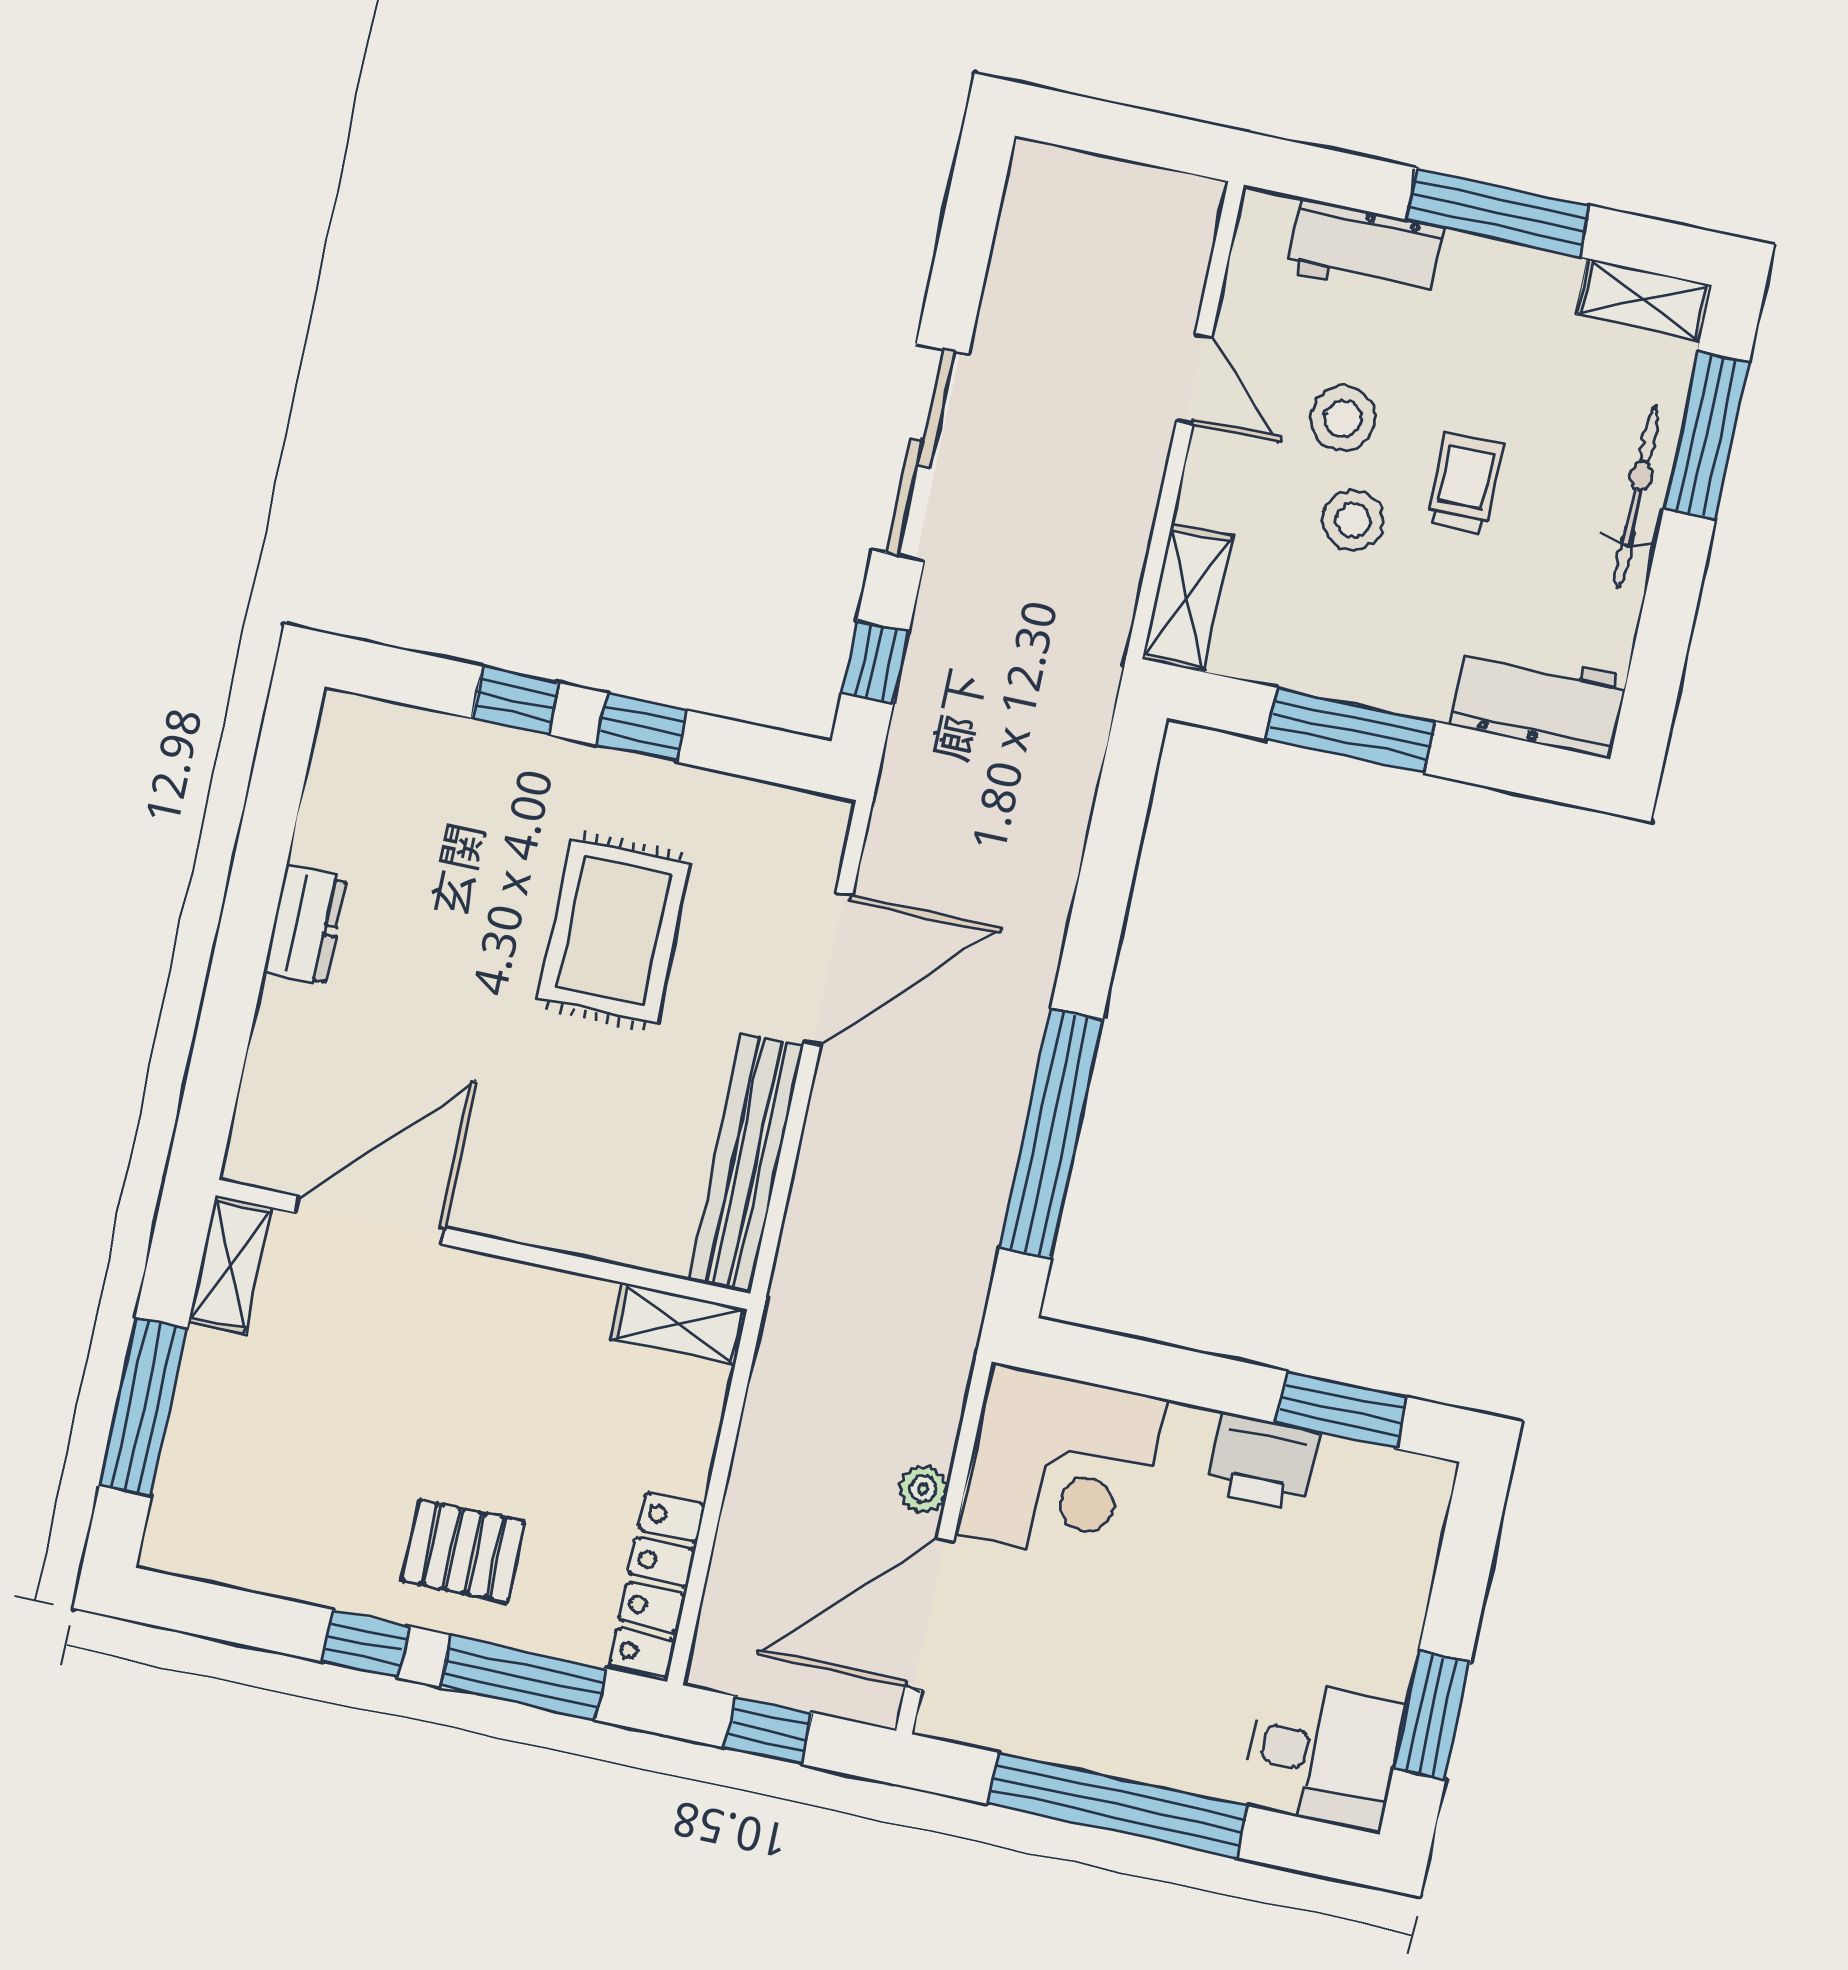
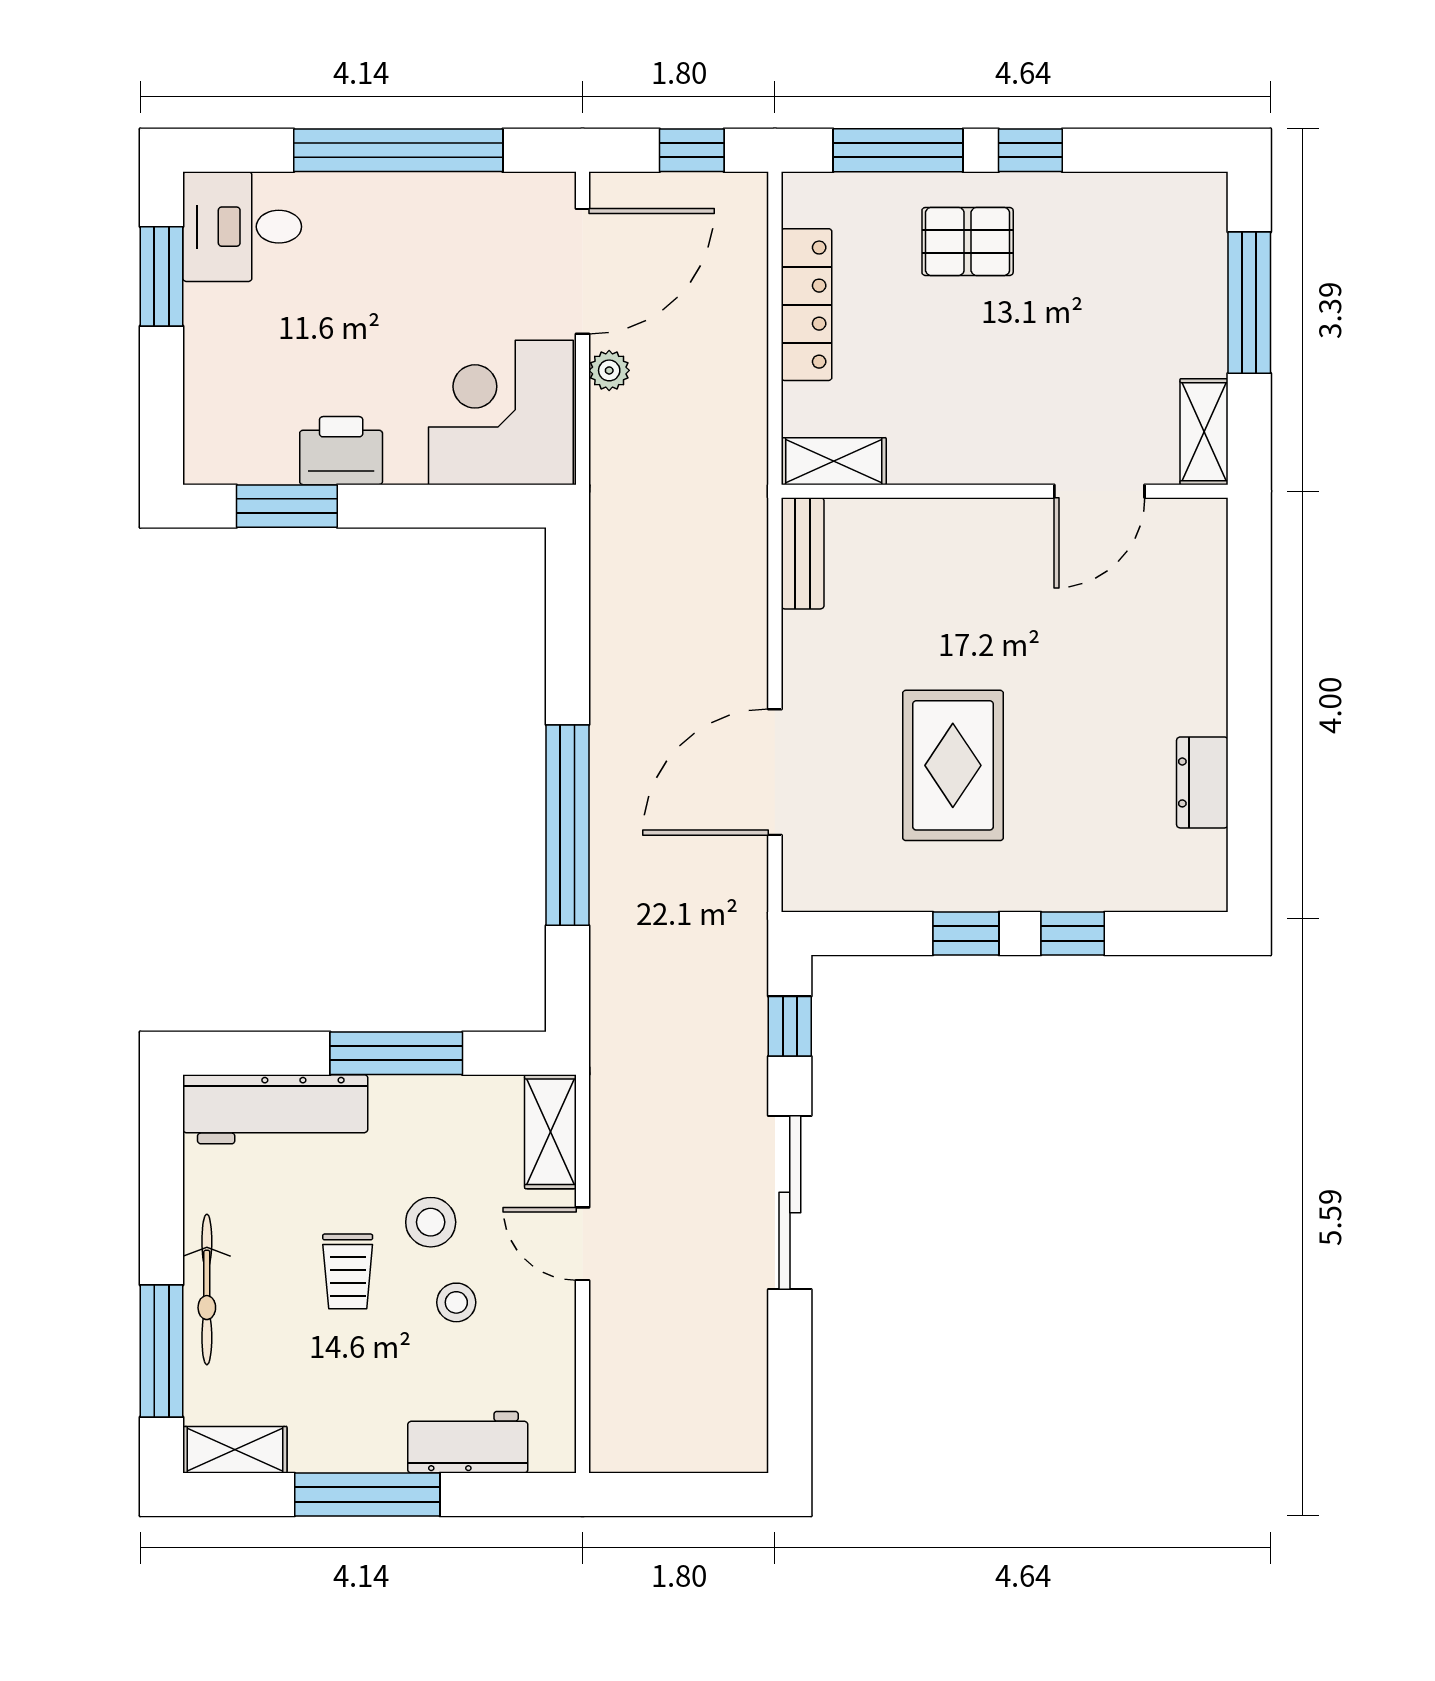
door: (1194, 378) -> (583, 1244), moved
stool: (1343, 418) -> (456, 1302), width x0.73, depth x0.73
workbench: (1539, 701) -> (275, 1109), width x1.38
dresser: (305, 926) -> (1202, 782), moved
window: (1051, 1134) -> (568, 825), moved
bench: (746, 1164) -> (803, 553), width x0.54, depth x0.82
door: (370, 1220) -> (1099, 491), width x0.73
locker: (657, 1585) -> (806, 305), moved

